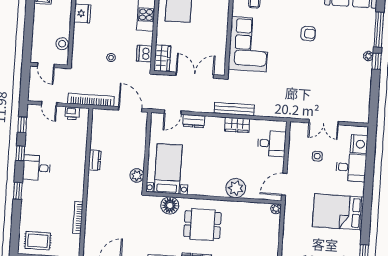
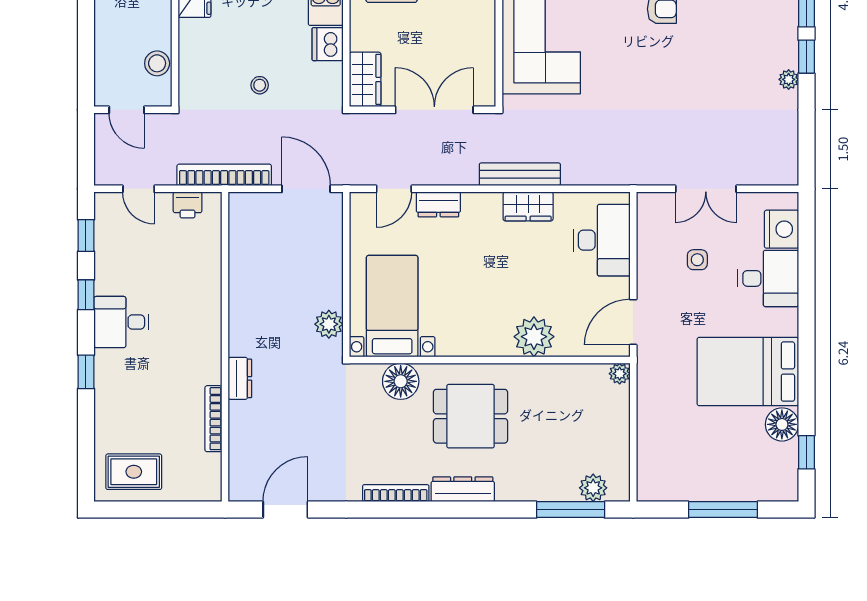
dishwasher: (144, 53) -> (328, 44), moved
plant: (368, 56) -> (789, 79), moved
desk: (272, 144) -> (602, 240), width x1.37
dresser: (95, 160) -> (240, 378), moved
floor lamp: (353, 239) -> (782, 424), added

